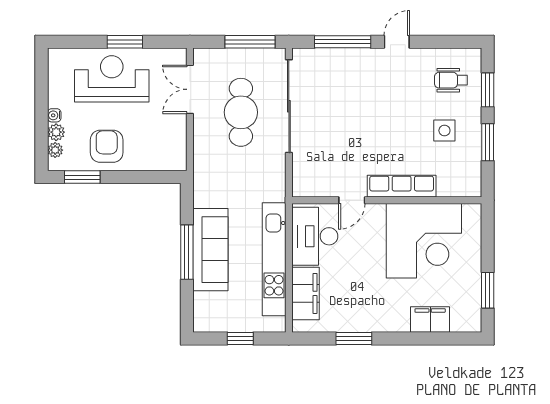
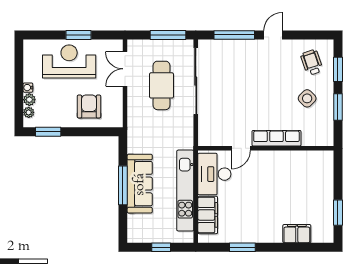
wheelchair: (451, 80) -> (312, 62), turned 71
side table: (444, 131) -> (307, 98), turned 45
armchair: (107, 146) -> (89, 106), moved
corner desk: (424, 241) -> (292, 177), removed

